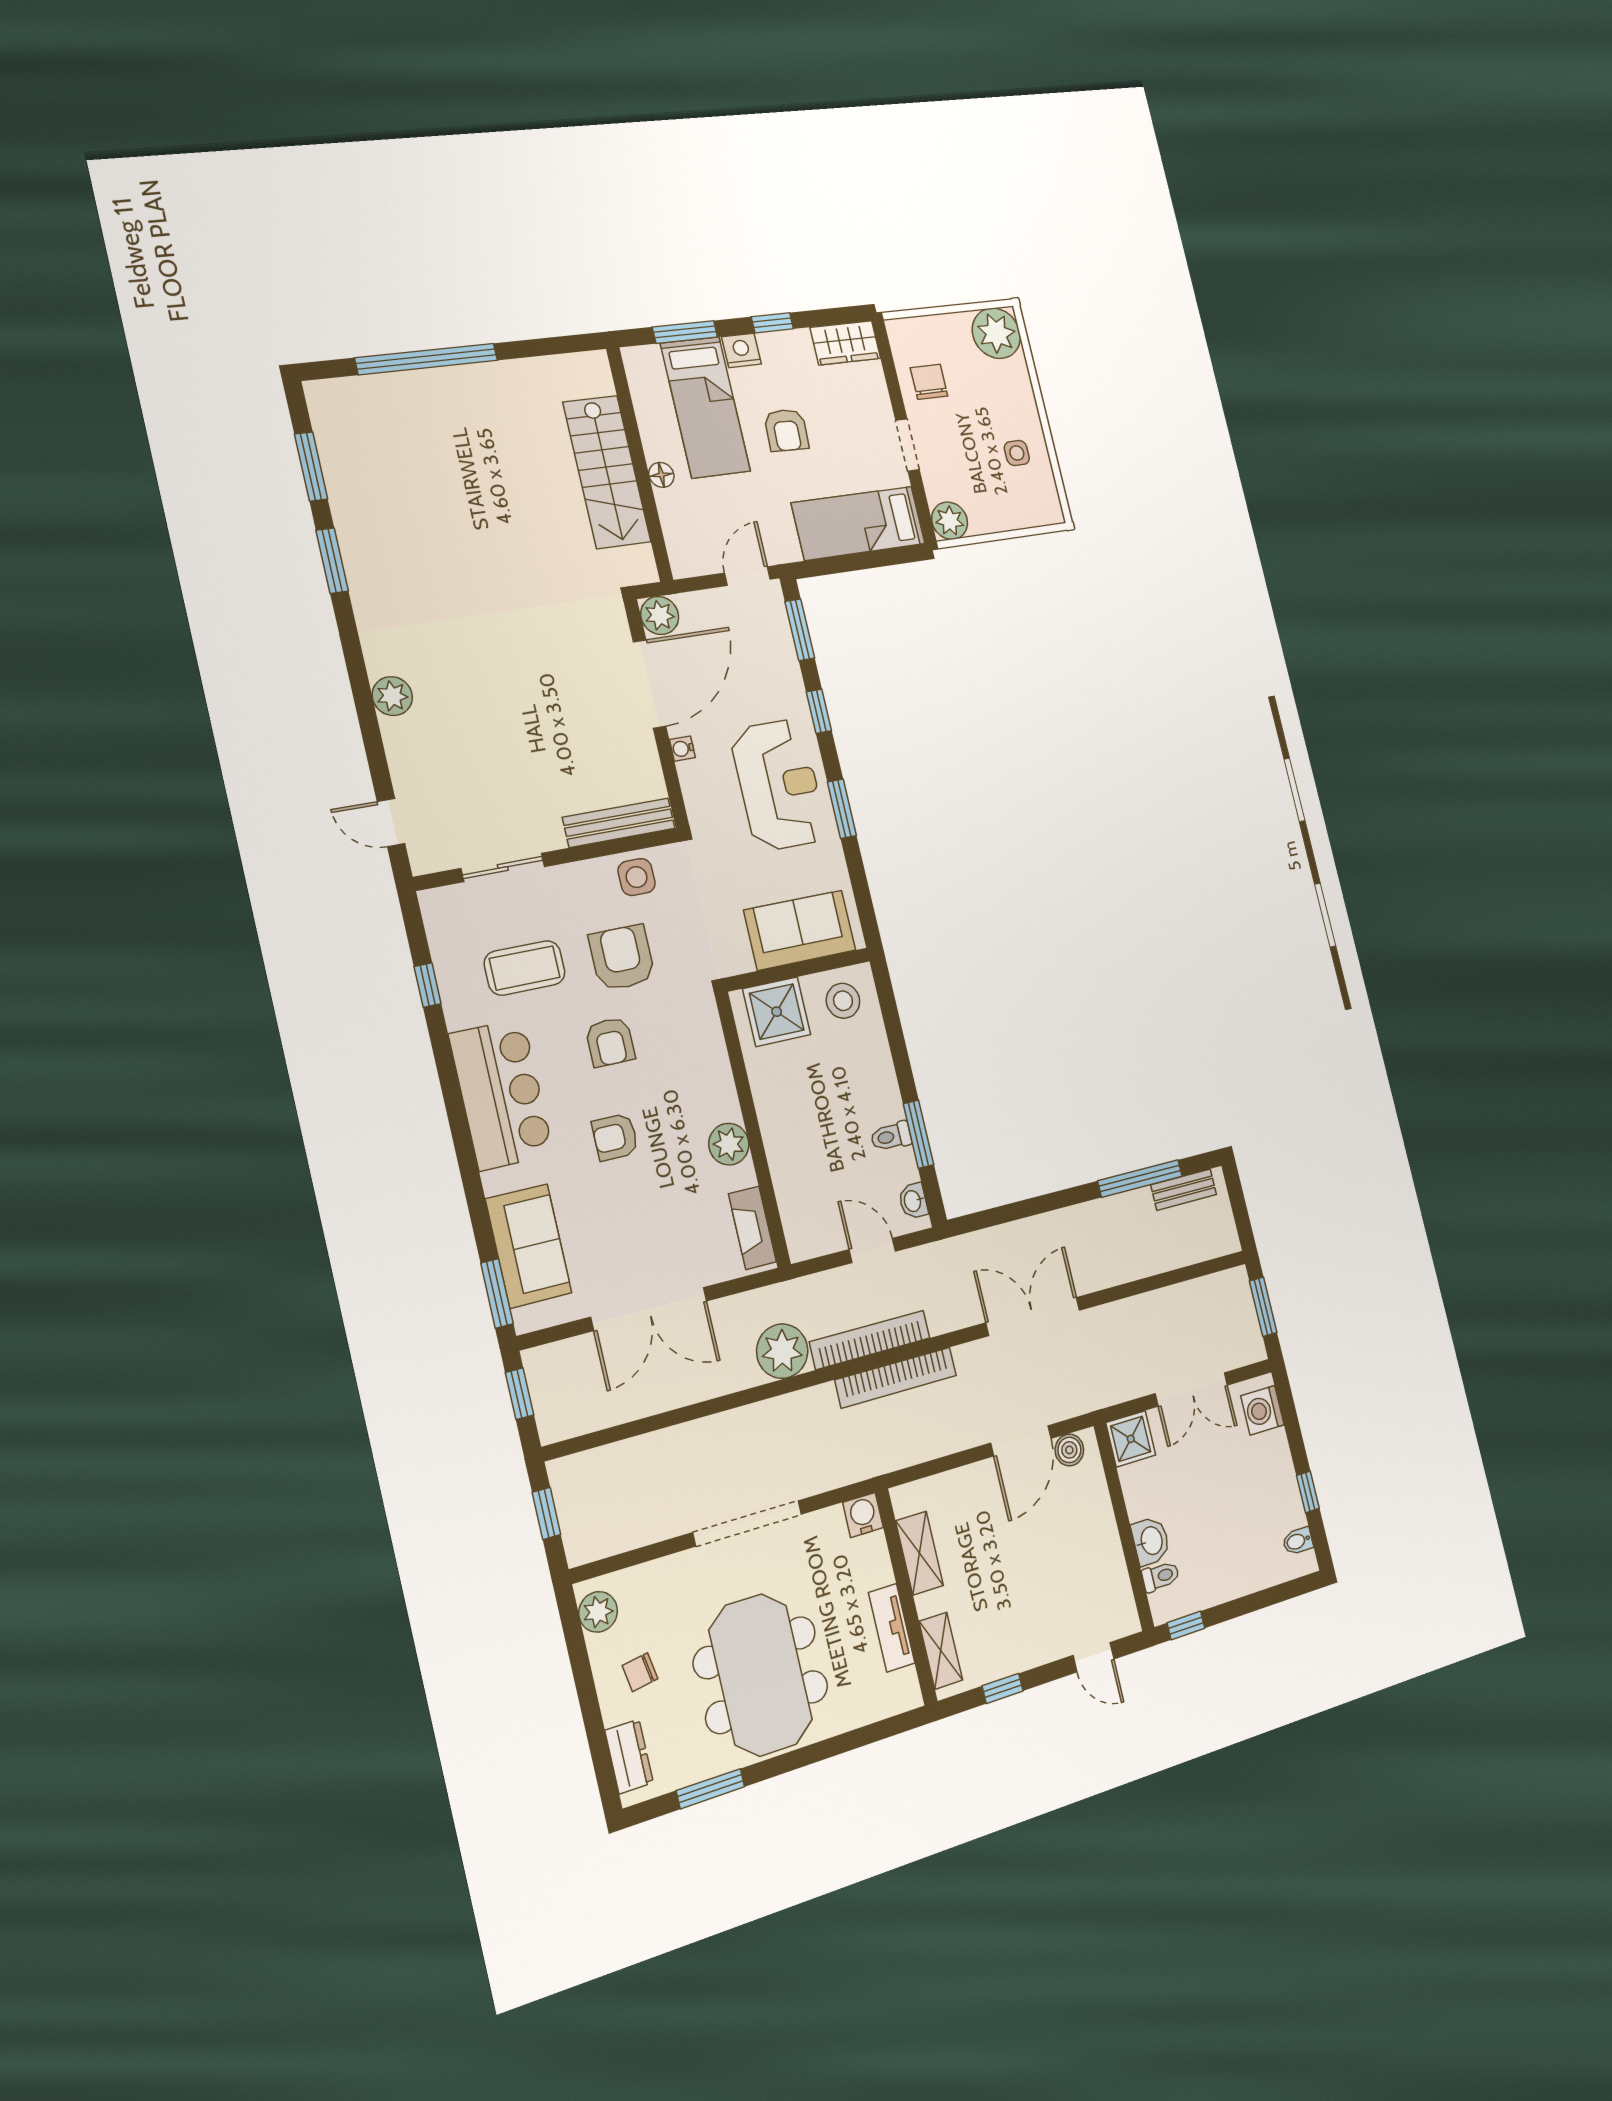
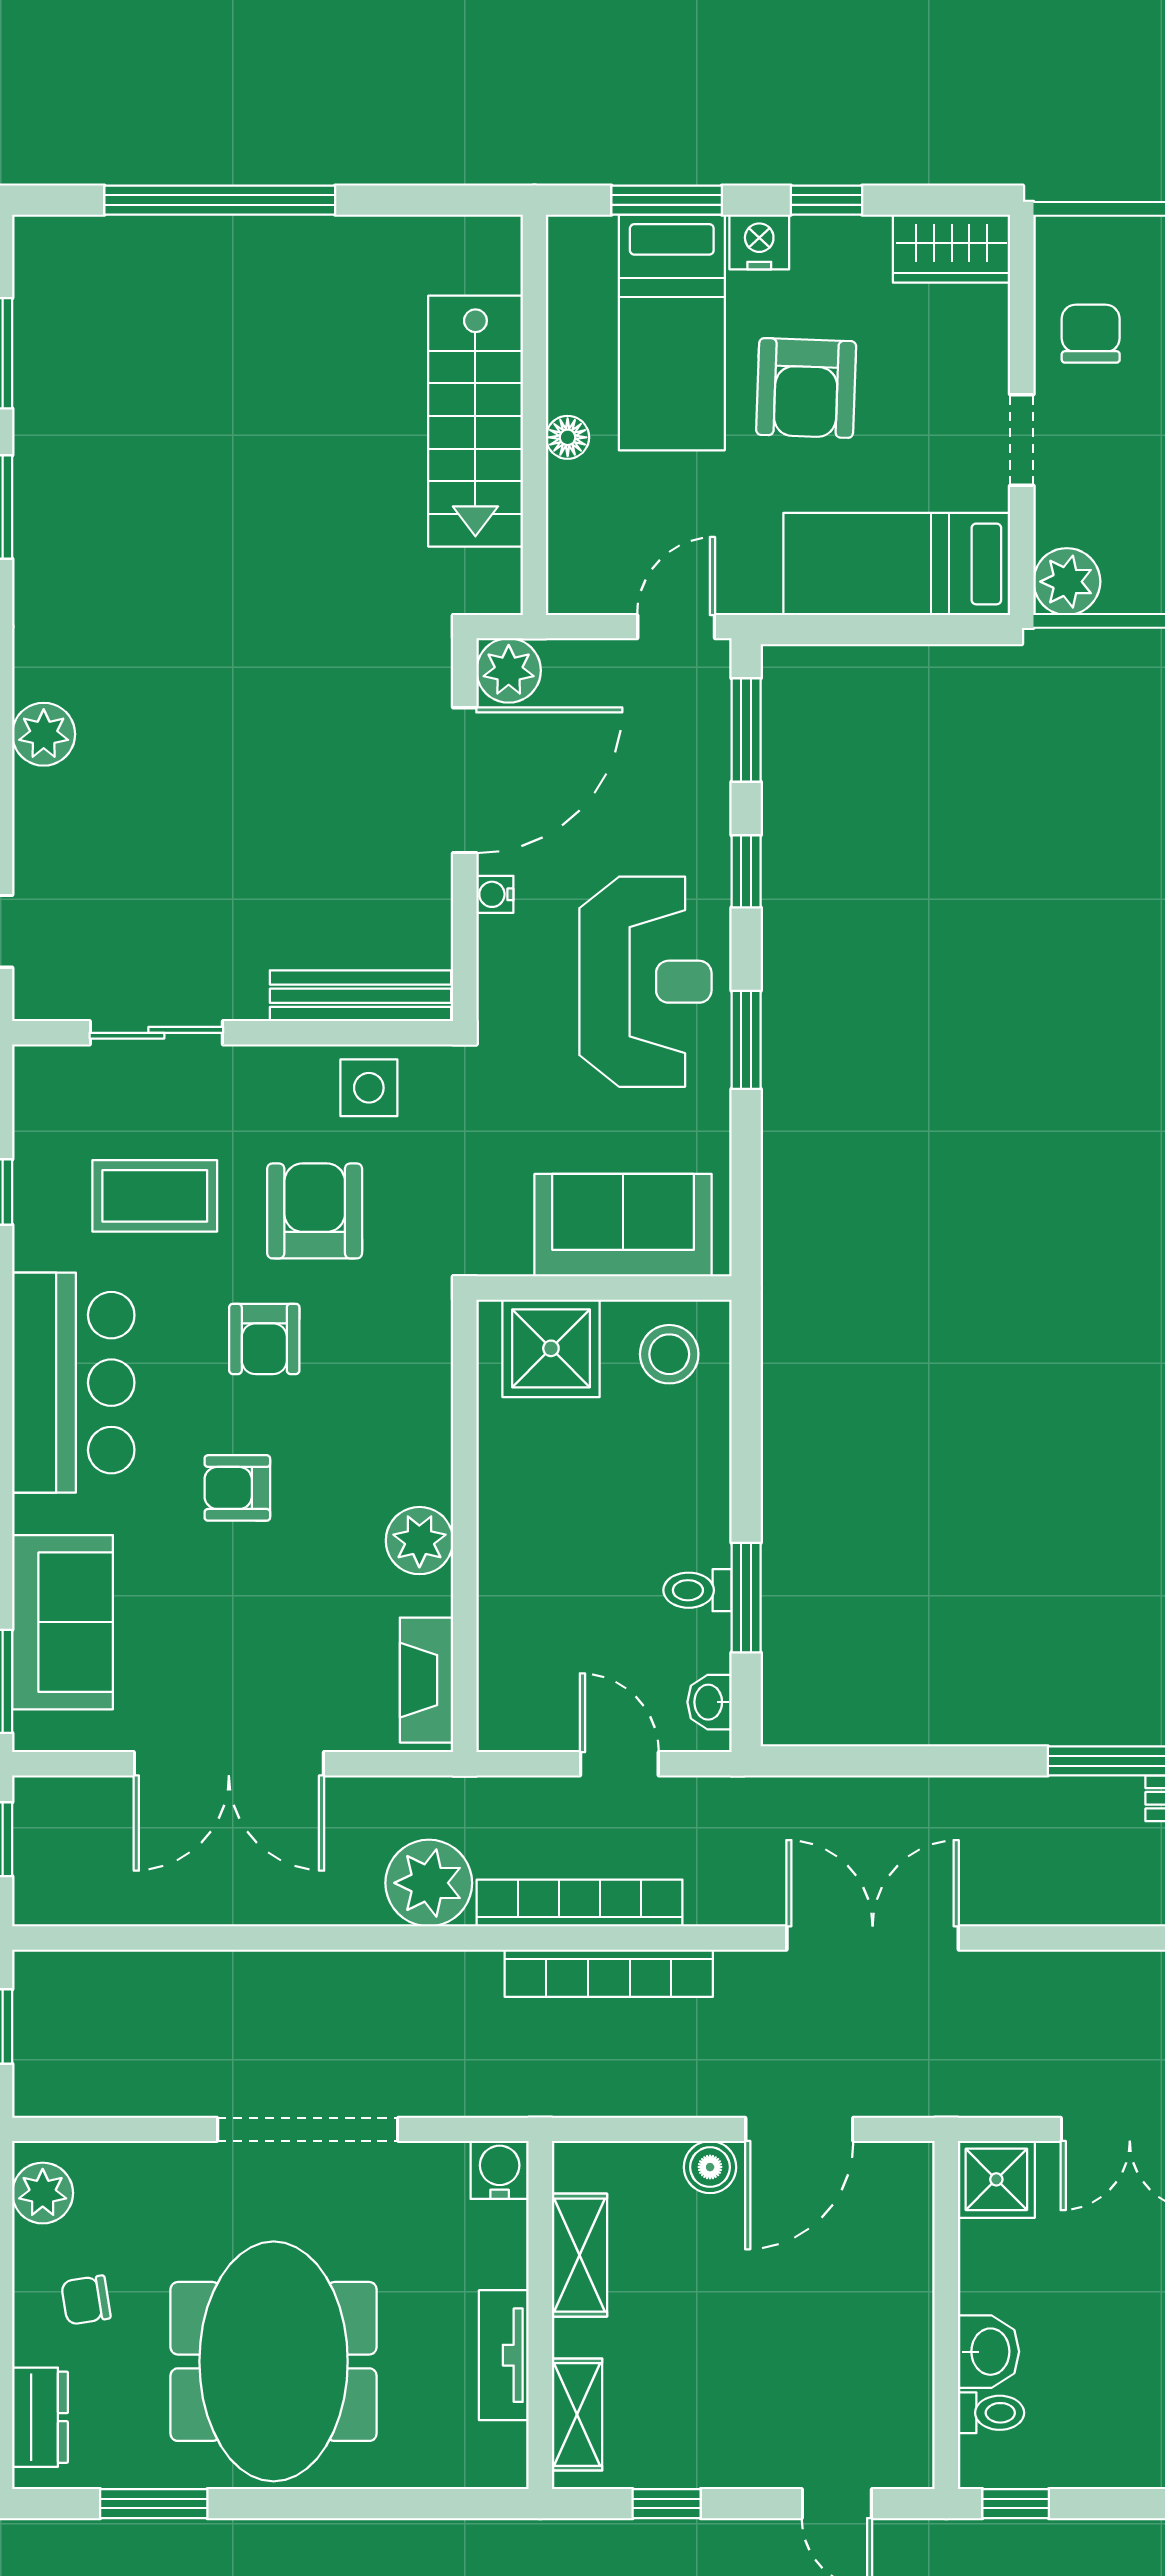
armchair: (786, 430) -> (806, 388), width x1.38, depth x1.38
boiler: (1069, 1450) -> (710, 2167), moved

